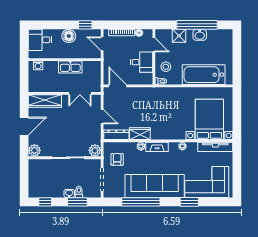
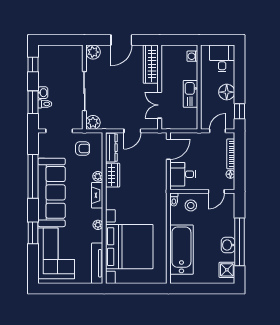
shower: (179, 36) -> (227, 270), moved
desk: (142, 62) -> (183, 174), moved, turned 90
bed with nightstands: (209, 119) -> (129, 247), width x1.36
door: (24, 126) -> (121, 40), hinge flipped

